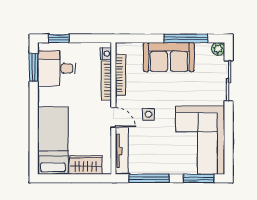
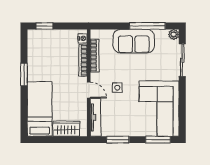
window: (34, 67) -> (24, 74), moved
desk: (57, 68) -> (43, 50), removed
window: (149, 178) -> (118, 140), width x0.69

